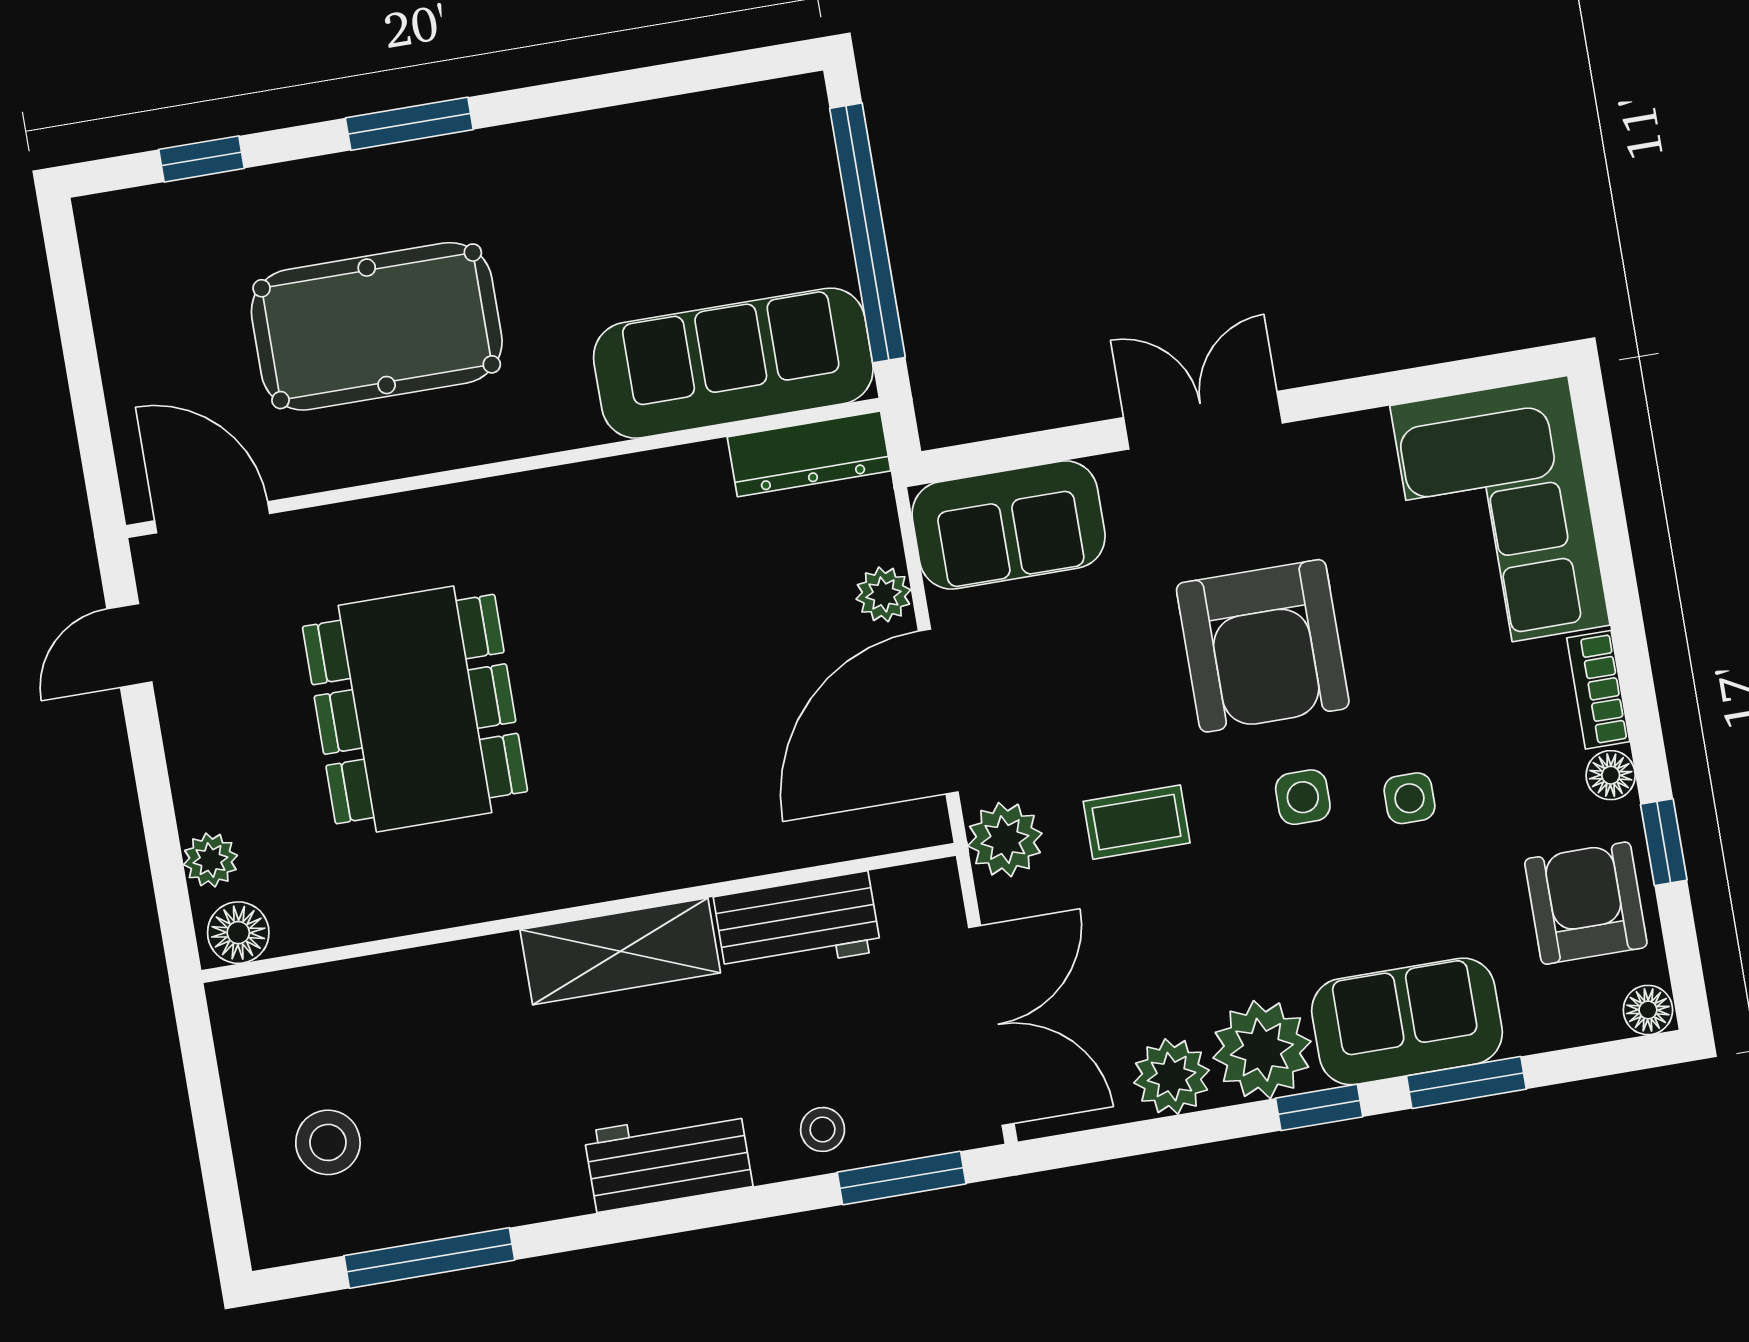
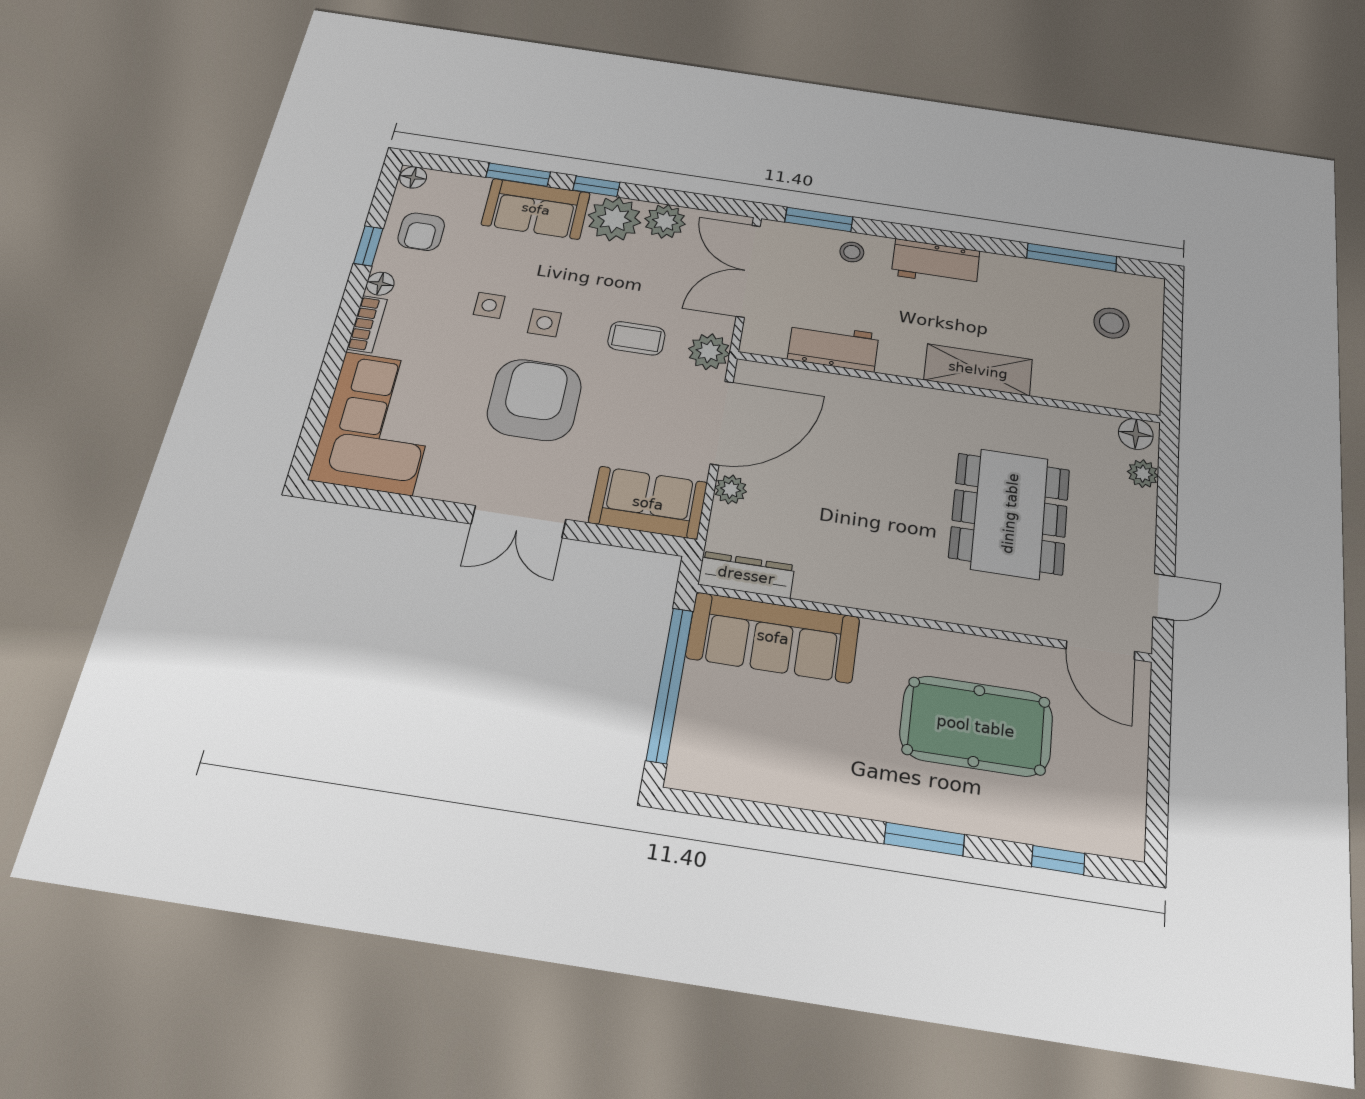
armchair: (1586, 903) -> (421, 232), width x0.72, depth x0.72
shelving: (620, 951) -> (978, 370), moved

